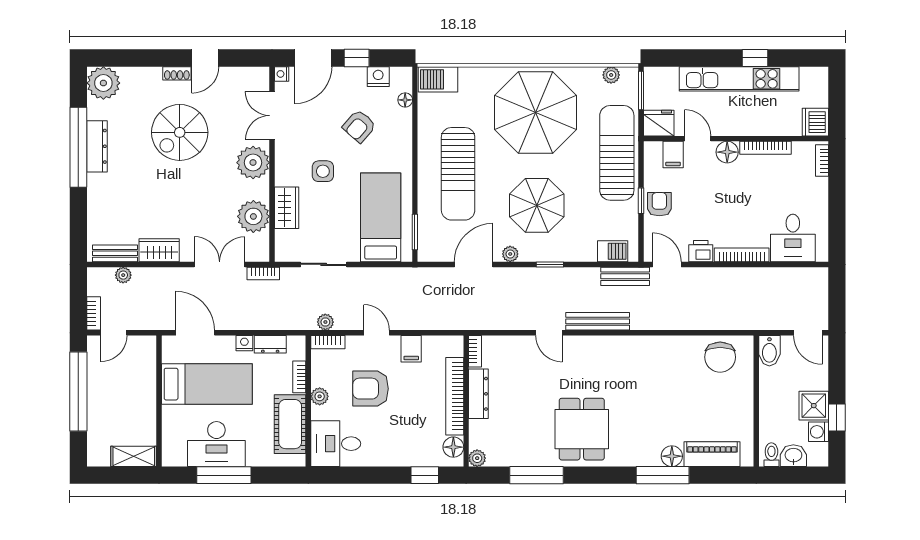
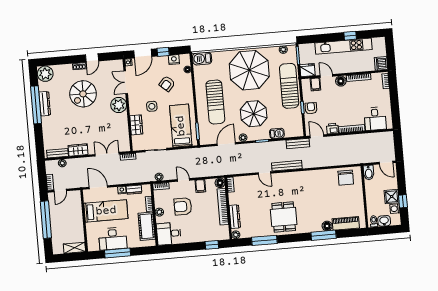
plant: (253, 216) -> (121, 130), removed
barbecue: (613, 251) -> (277, 133), moved
dresser: (478, 394) -> (235, 217), moved
floor lamp: (453, 447) -> (220, 183), moved

